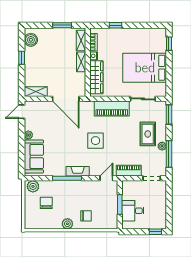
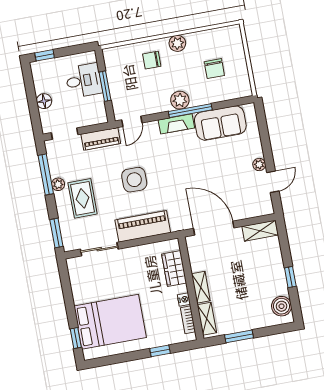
bed: (145, 68) -> (110, 322), moved
wardrobe: (96, 77) -> (174, 268), width x0.67
door: (22, 112) -> (273, 182), moved
side table: (96, 141) -> (134, 180), moved
sofa: (34, 156) -> (220, 123), moved, turned -90
plant: (33, 186) -> (180, 100), moved
floor lamp: (161, 202) -> (44, 101), added

